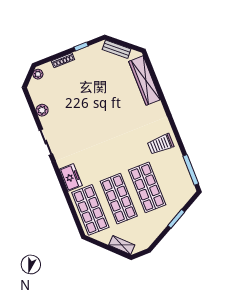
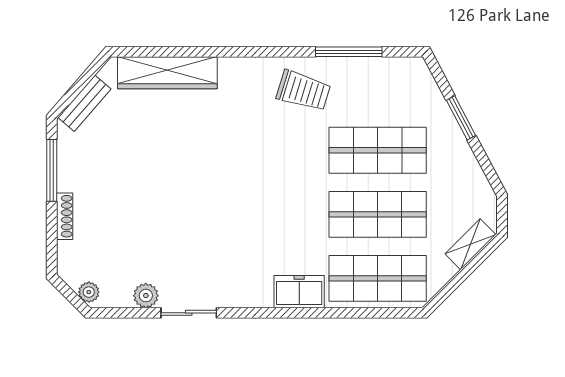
window: (81, 46) -> (52, 170), width x2.17
plant: (38, 74) -> (89, 292), moved
sliding door: (46, 142) -> (189, 313), moved
trolley: (161, 144) -> (303, 91), turned -73
window: (191, 170) -> (349, 52), moved

